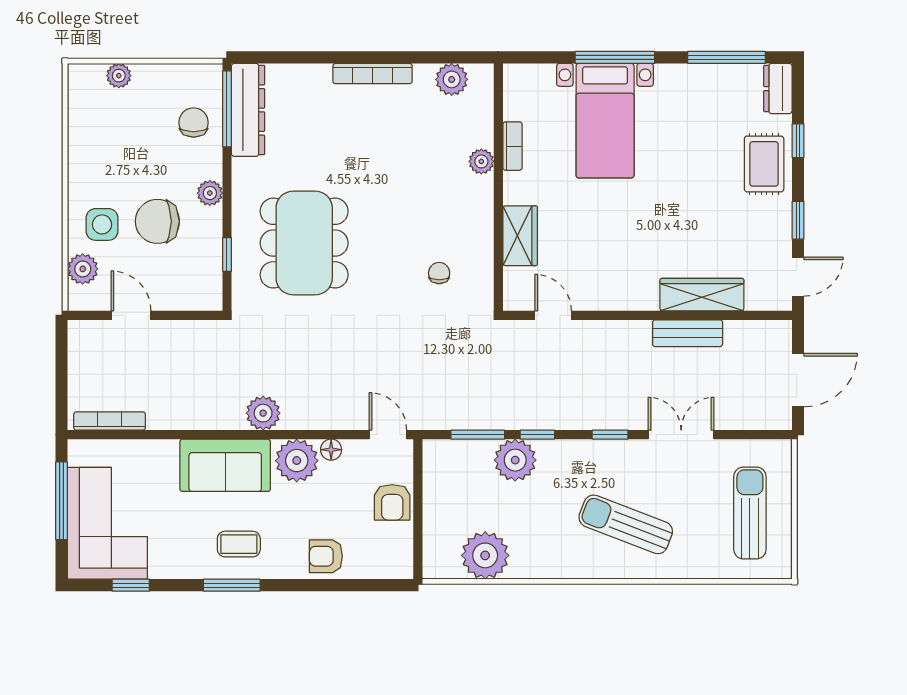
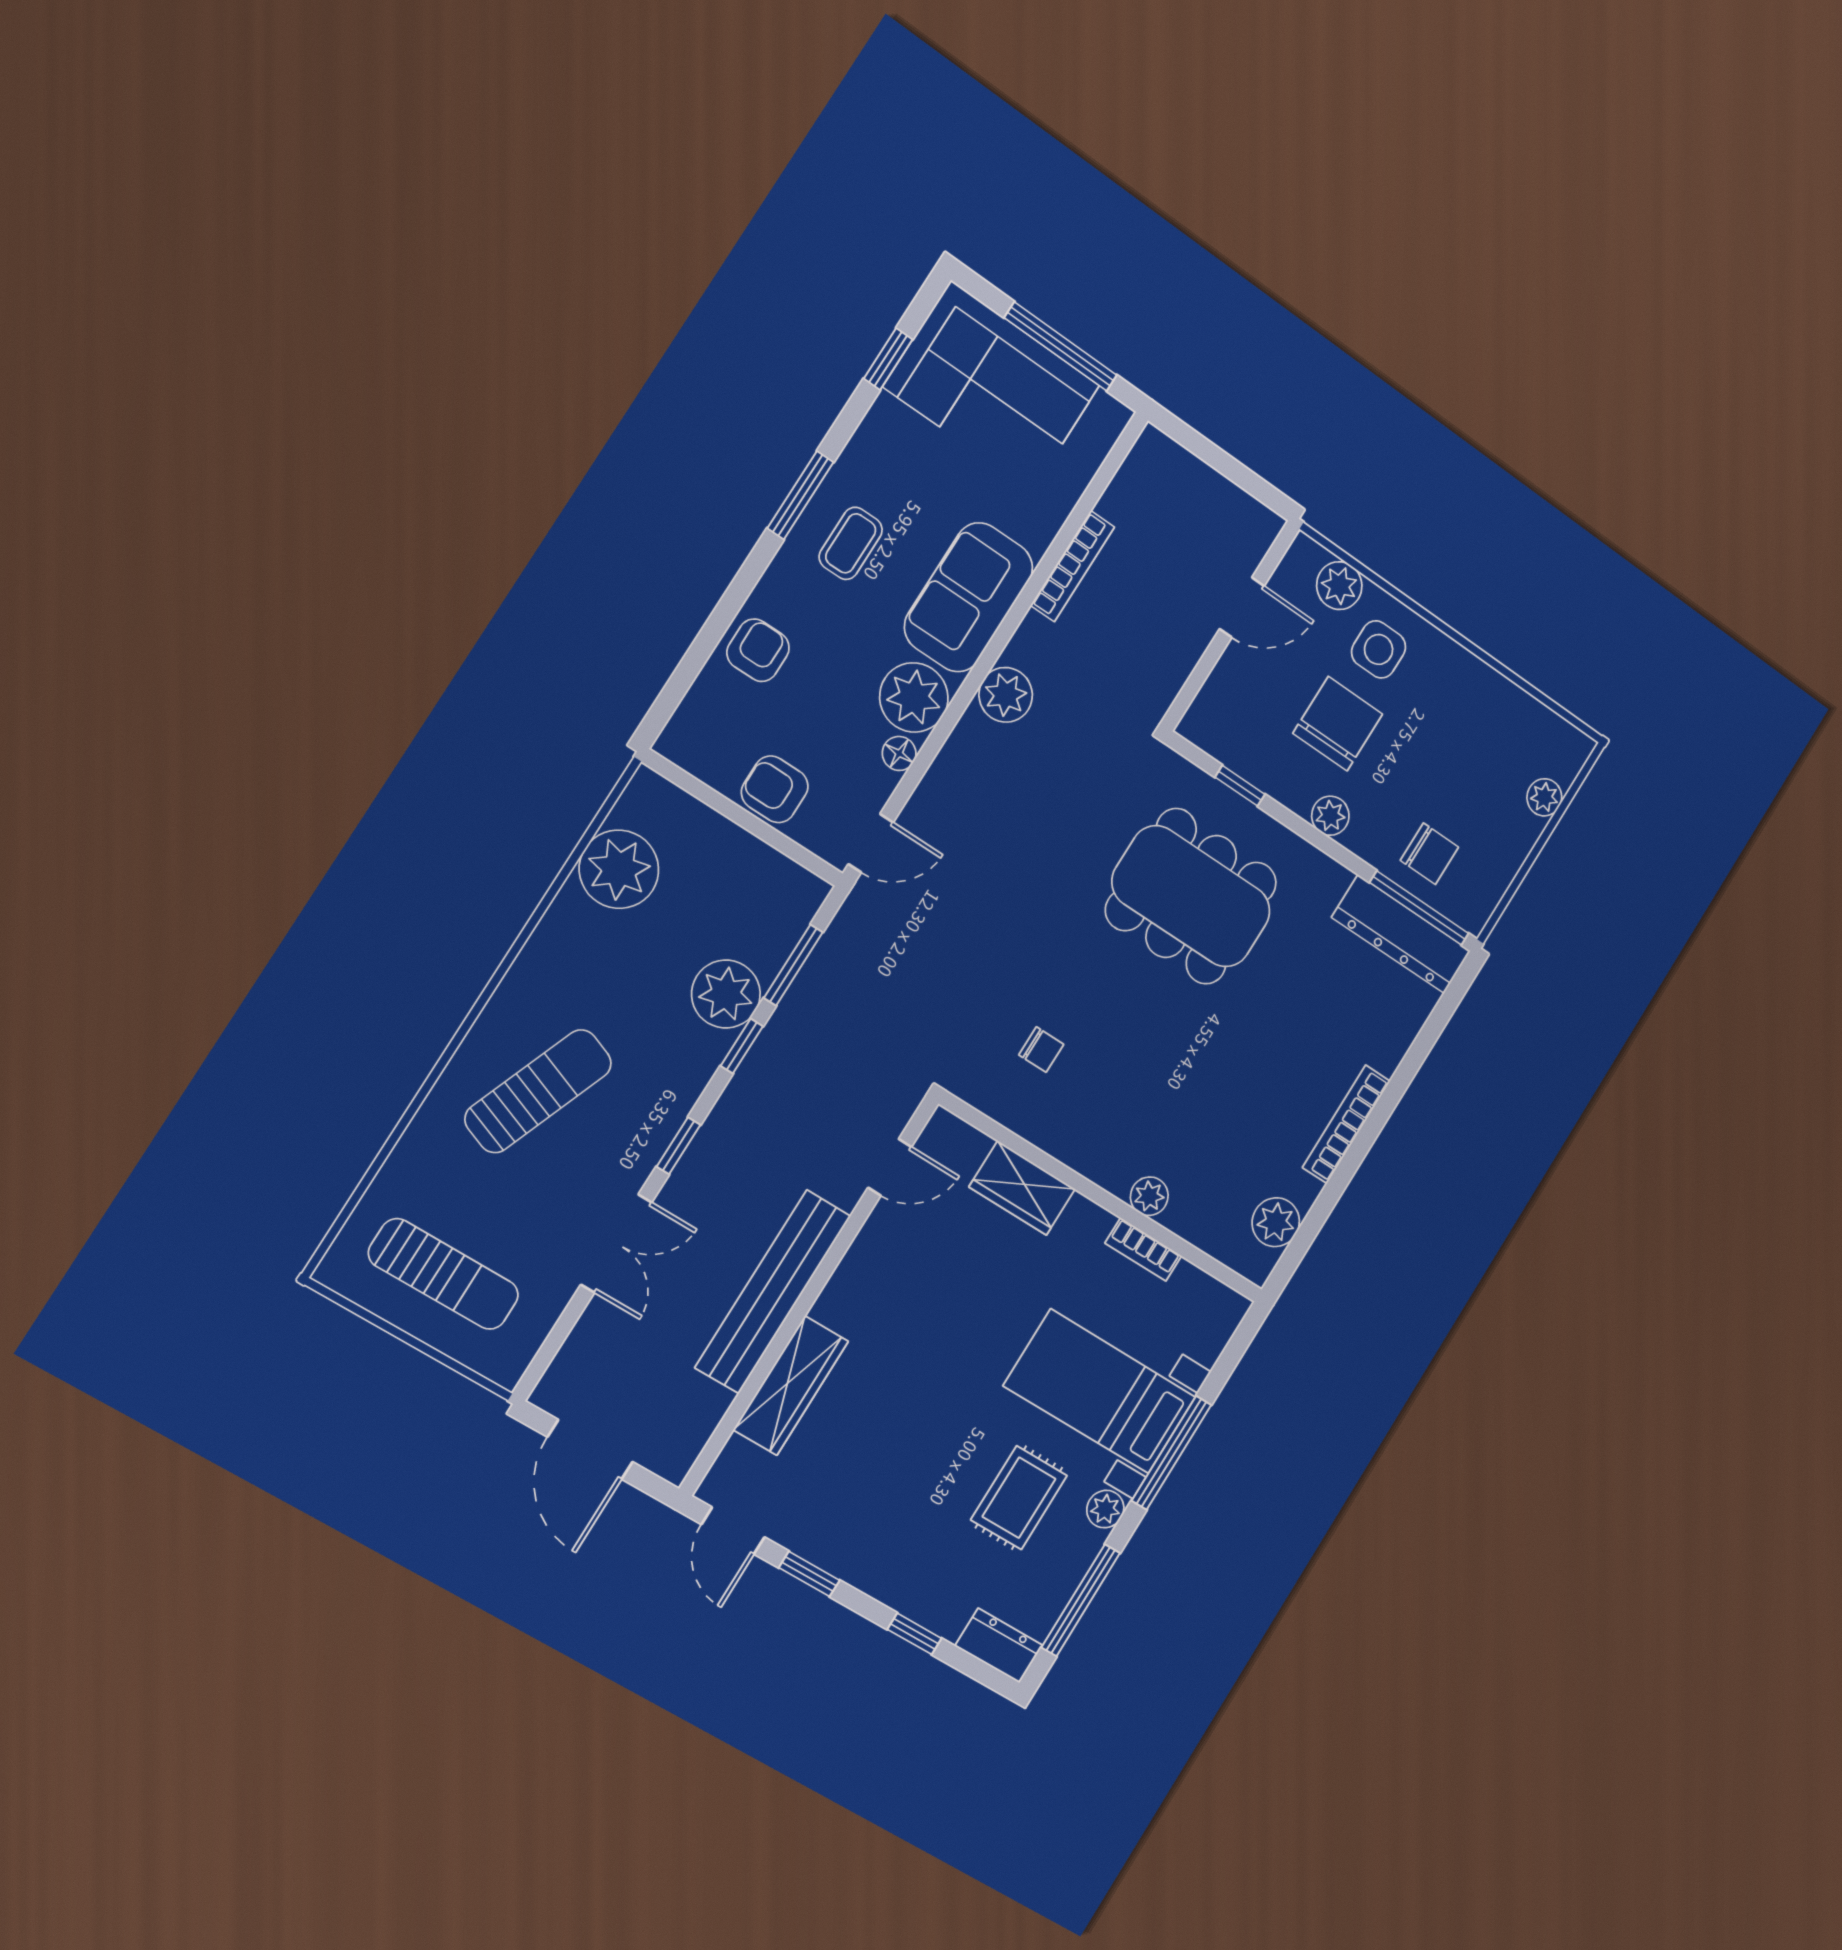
plant: (668, 76) -> (1105, 1509), added
rug: (764, 164) -> (1019, 1498), moved, turned 90
bench: (688, 333) -> (773, 1292), width x1.86, depth x1.21
bookcase: (110, 421) -> (1072, 566), moved

